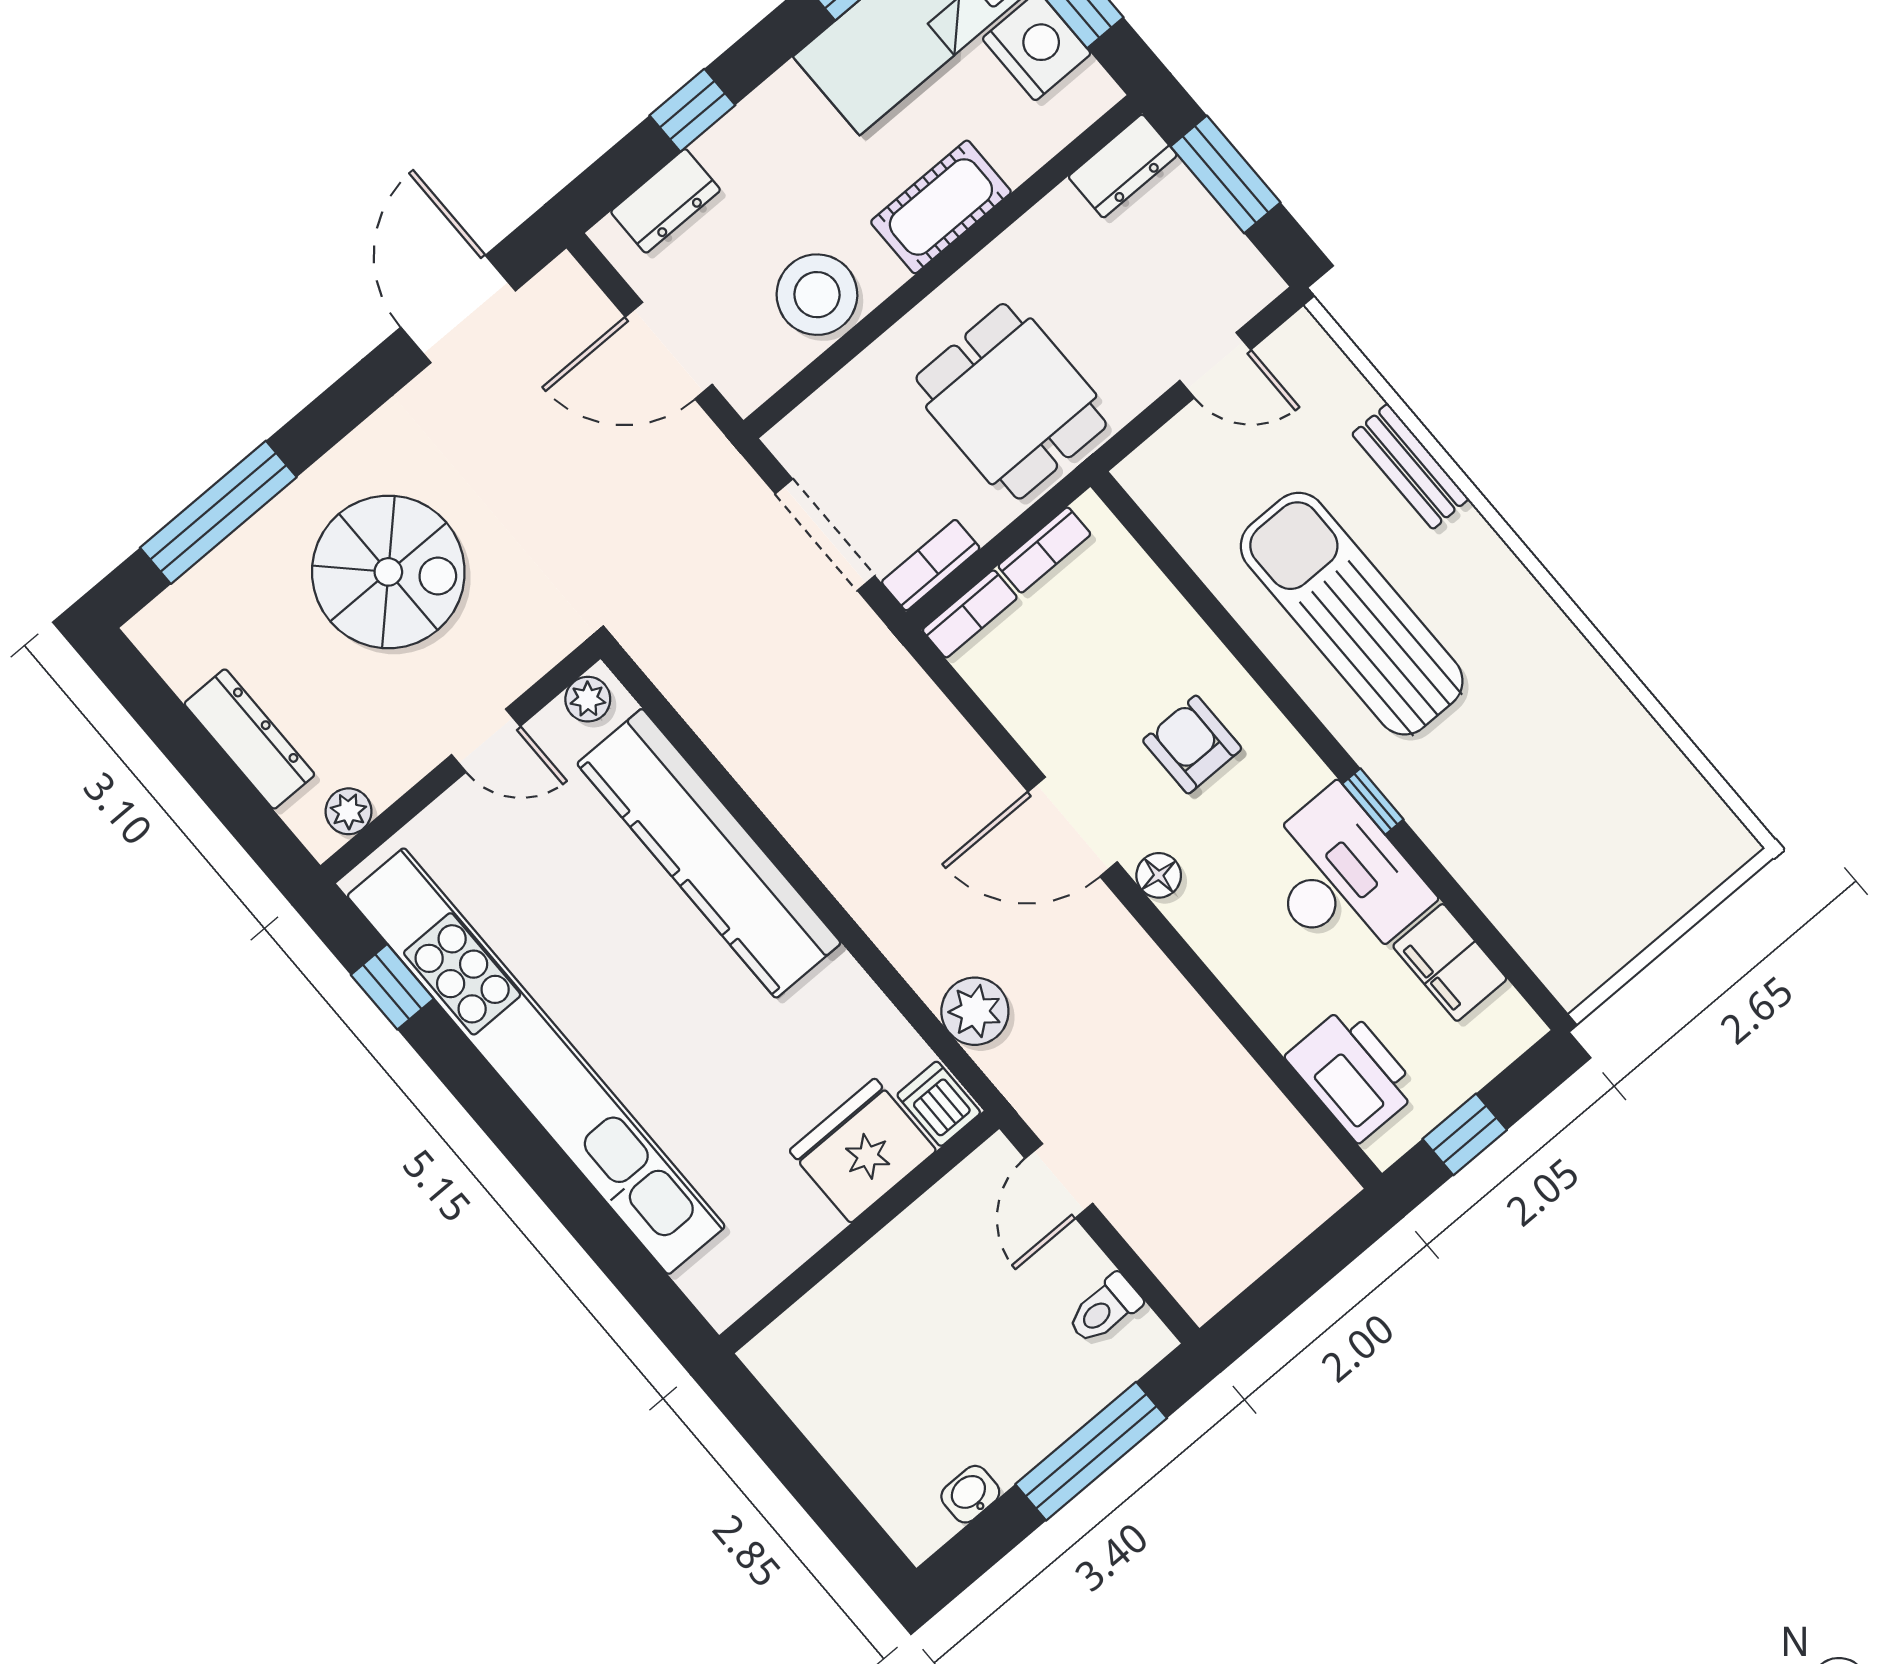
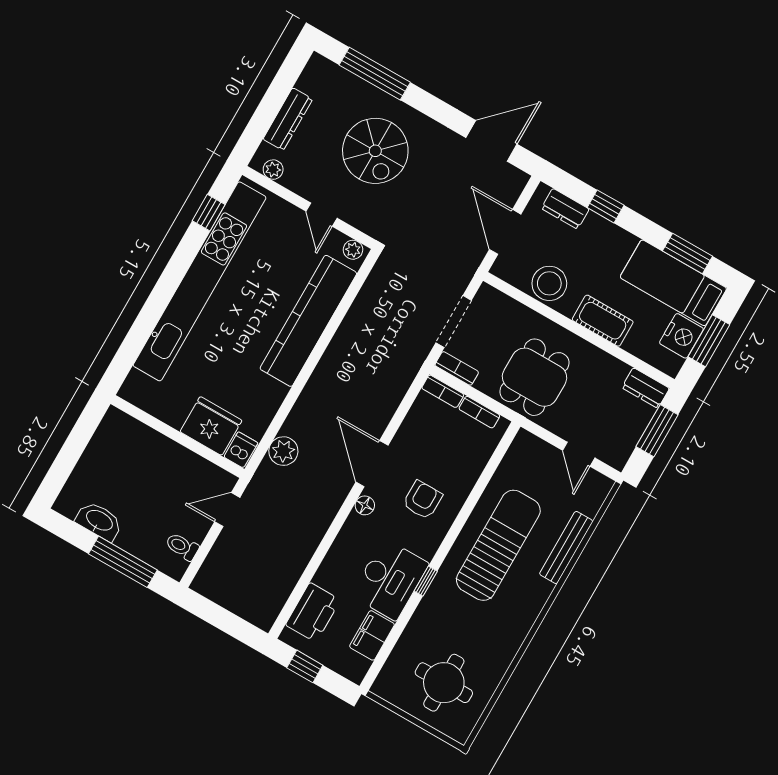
bench: (1410, 466) -> (566, 548), width x1.36
round table: (1610, 842) -> (444, 683), added
washbasin: (970, 1494) -> (99, 521), width x1.91, depth x1.45

